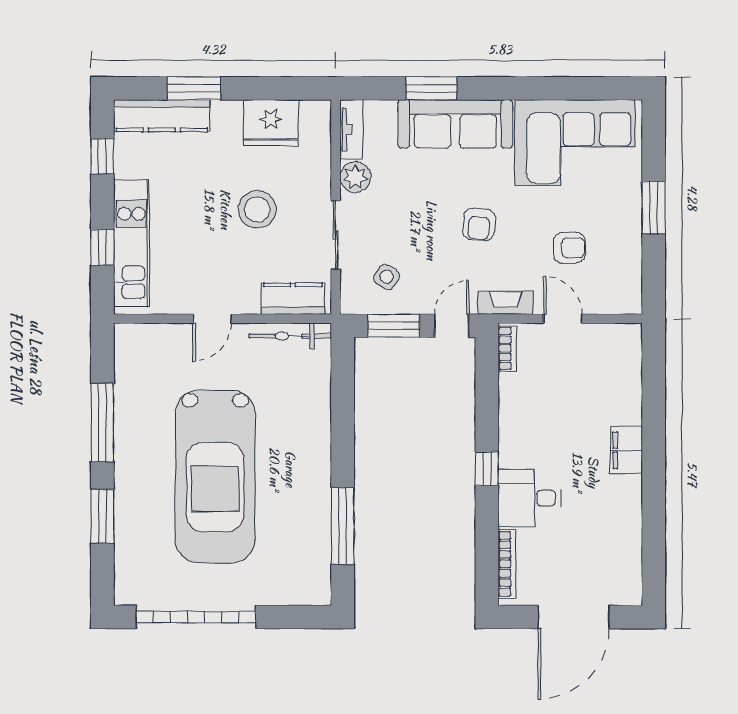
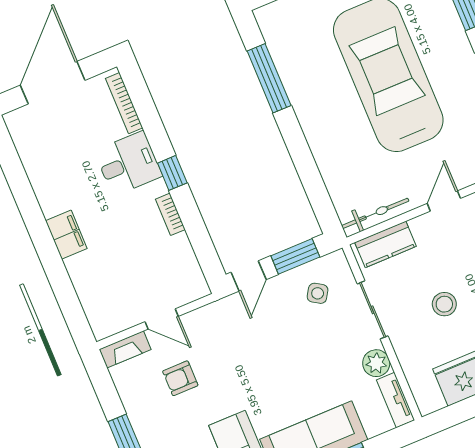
stool: (257, 209) -> (444, 304), width x0.73, depth x0.73
armchair: (479, 224) -> (261, 367), removed
fireplace: (506, 303) -> (125, 349), moved
bookcase: (507, 348) -> (170, 214), moved

